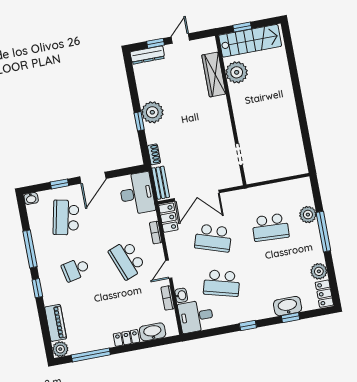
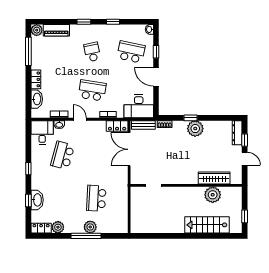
window: (242, 27) -> (245, 216), moved
stairs: (250, 41) -> (207, 225), moved, turned 90
plant: (308, 215) -> (90, 227), moved
school desk: (213, 238) -> (96, 155), removed
window: (30, 249) -> (113, 22), width x0.46
school desk: (127, 260) -> (92, 90), turned 30

